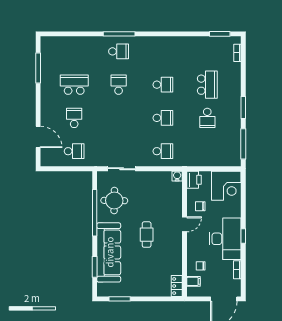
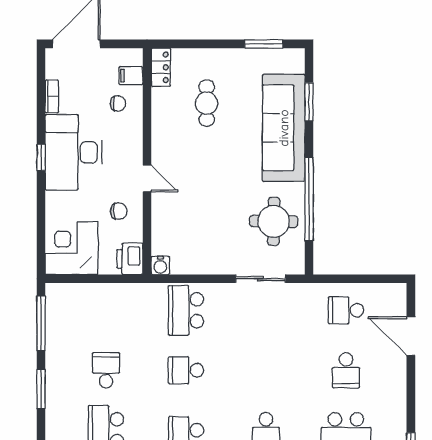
school desk: (163, 151) -> (186, 310), width x1.85
door: (185, 224) -> (147, 178), swing flipped
cafe table: (147, 235) -> (207, 103), moved

